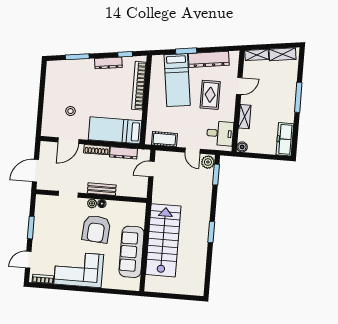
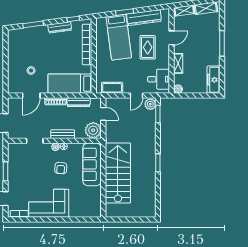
door: (192, 151) -> (137, 96), hinge flipped
door: (152, 169) -> (103, 114), swing flipped
plant: (138, 187) -> (93, 130), added
armchair: (96, 229) -> (61, 168), width x0.53, depth x0.53
sofa: (132, 252) -> (92, 164), moved

